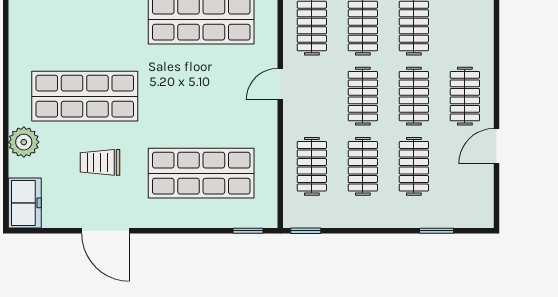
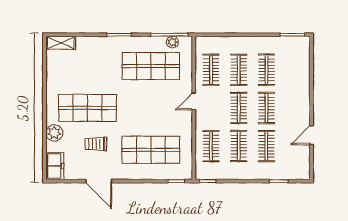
clothes rail: (465, 96) -> (294, 108), removed

